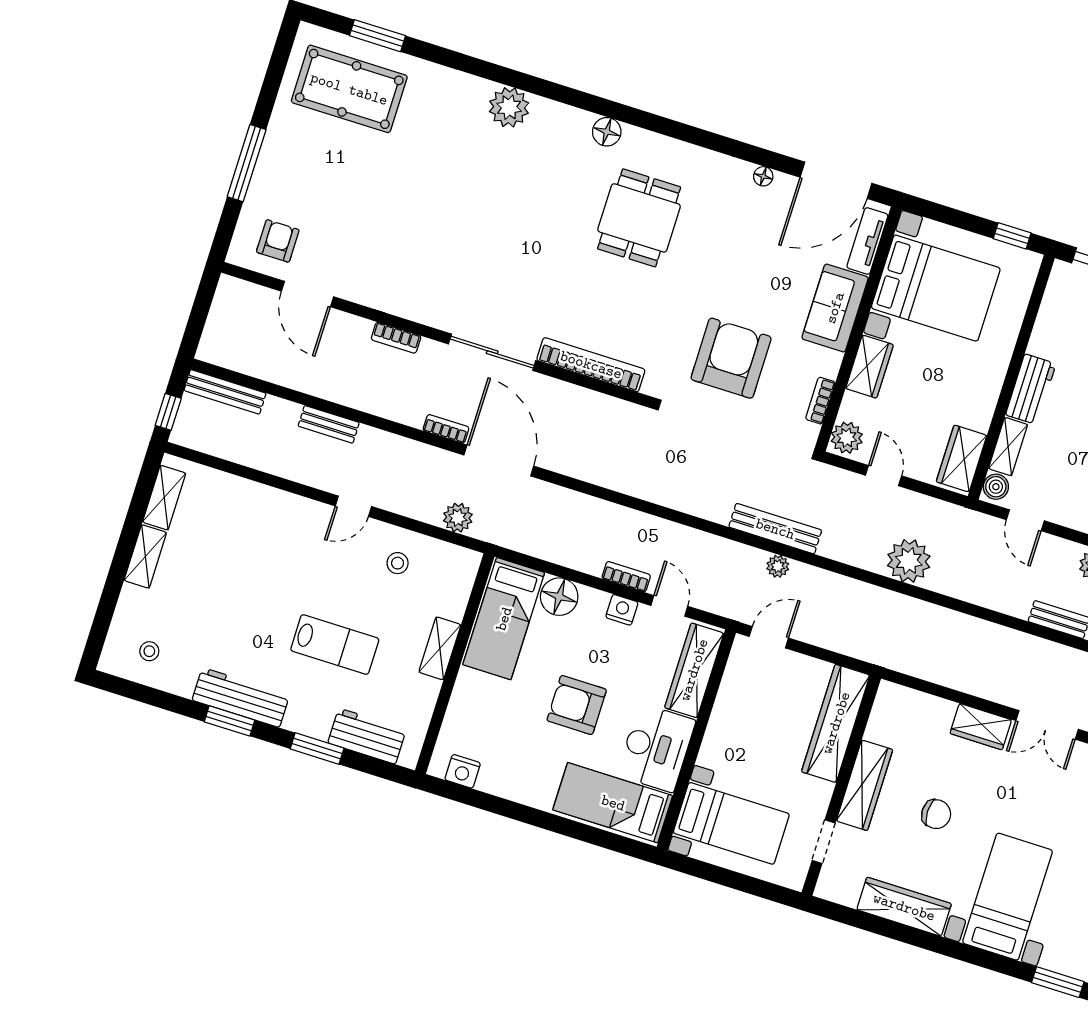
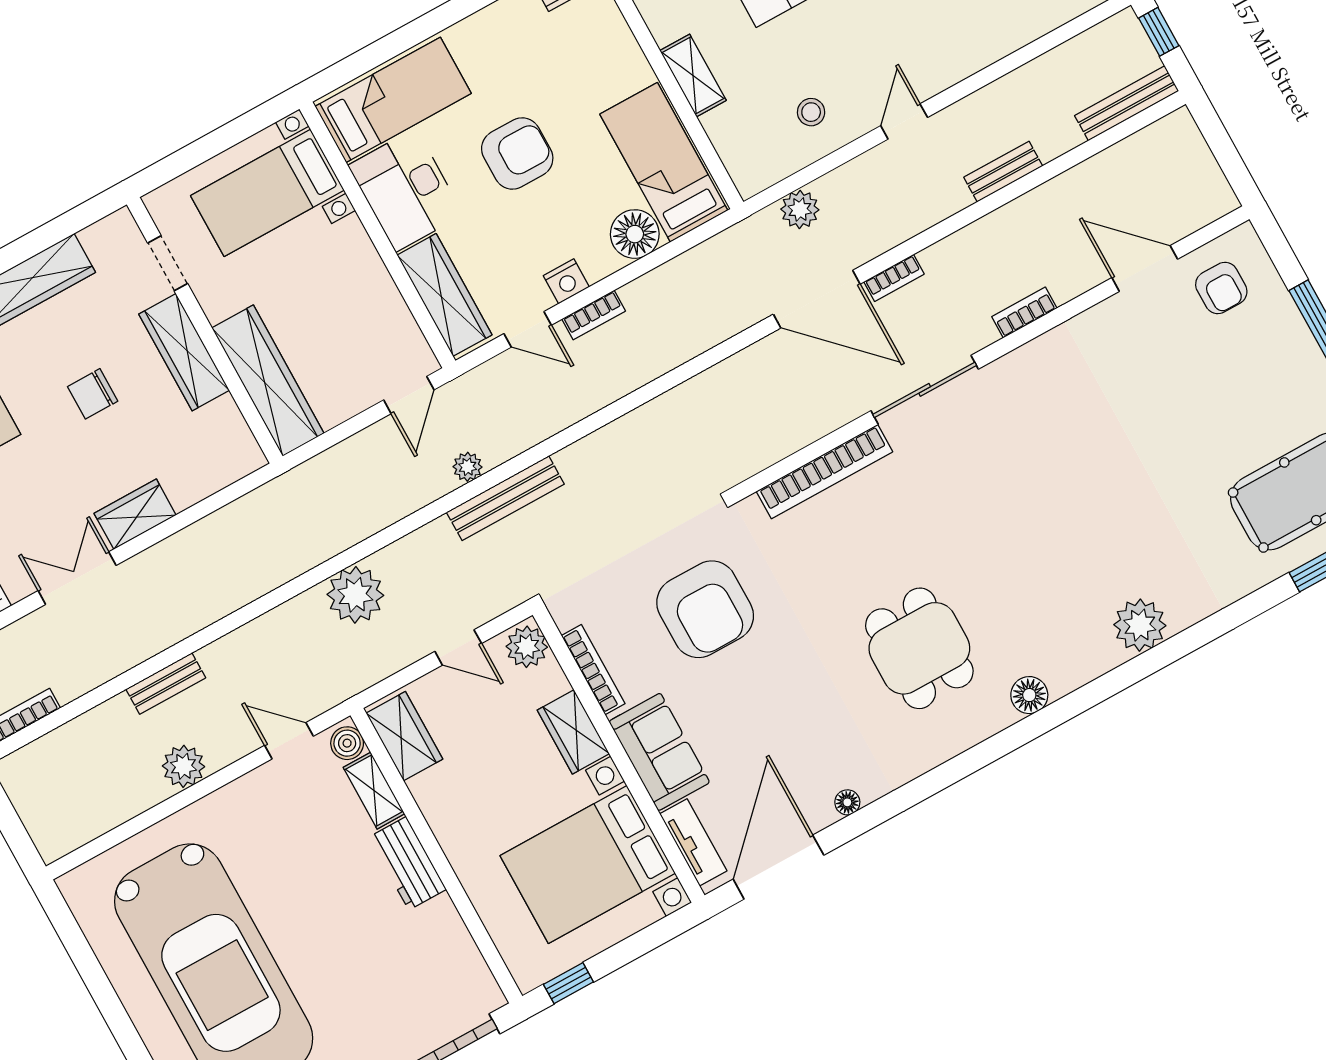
bookcase: (820, 401) -> (593, 670), width x1.56

